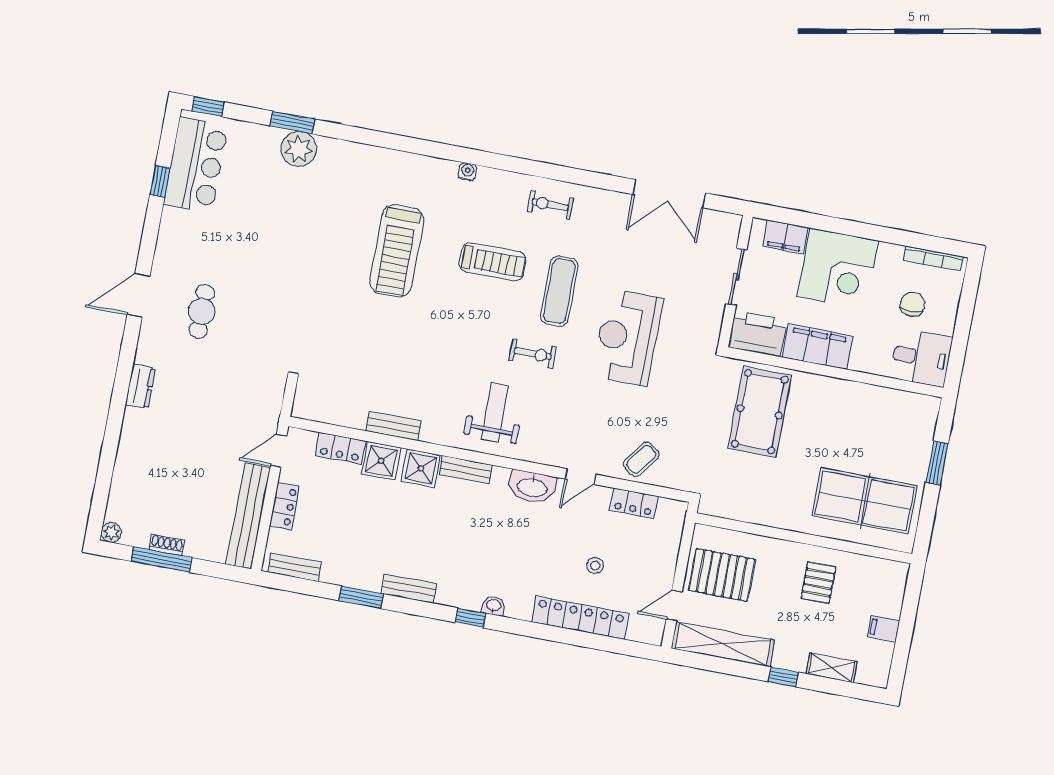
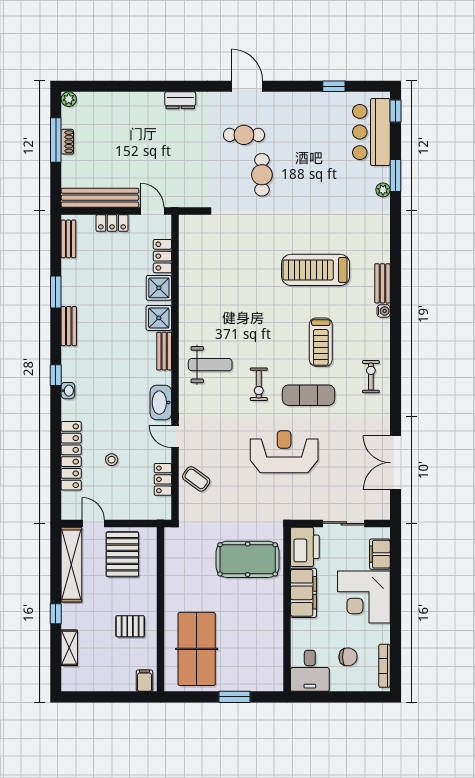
plant: (299, 149) -> (383, 190), width x0.53, depth x0.53
bar counter: (196, 165) -> (371, 132), moved, turned 90
cafe table: (258, 298) -> (262, 175), added
bench: (393, 426) -> (382, 283), moved
filing cabinet: (884, 629) -> (144, 681), moved

